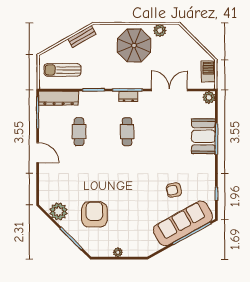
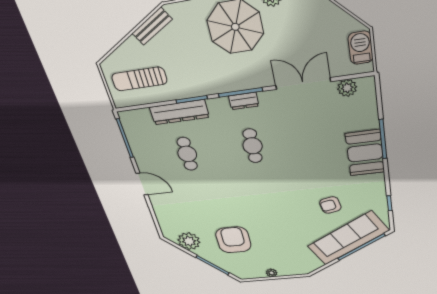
plant: (209, 97) -> (347, 88), moved
dresser: (59, 98) -> (179, 112), moved
booth: (203, 136) -> (365, 153), moved

